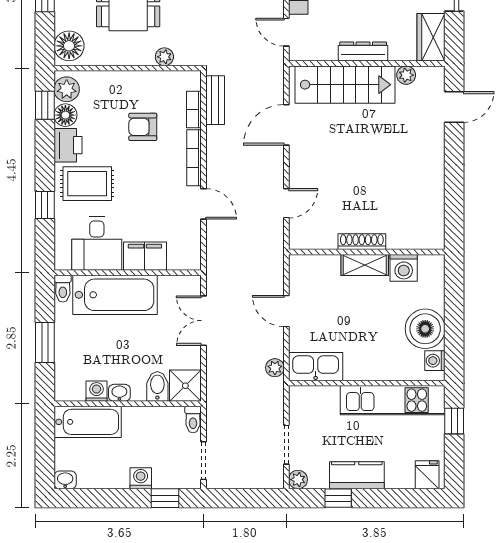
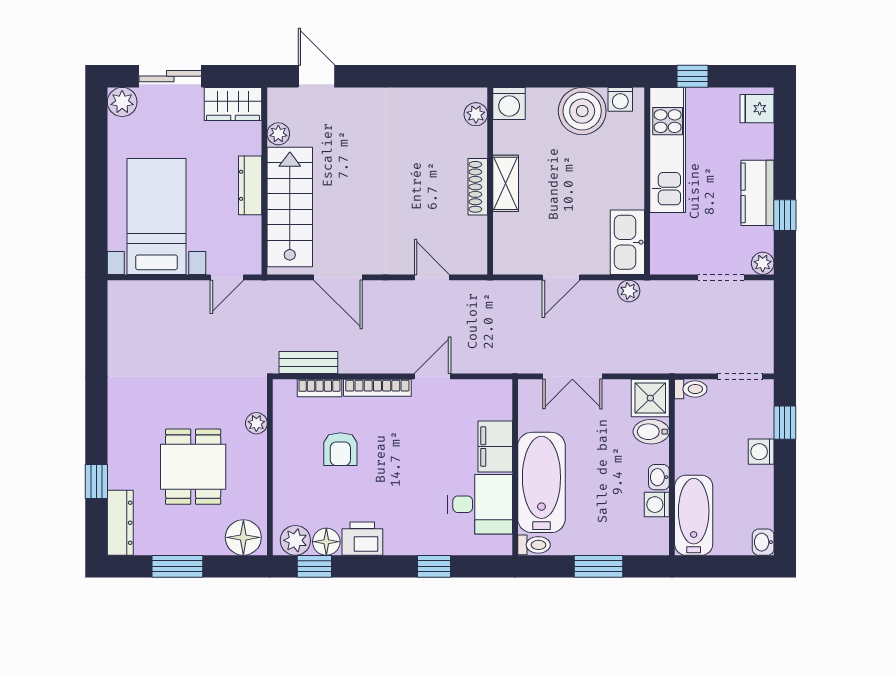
rug: (87, 184) -> (408, 516), removed
plant: (422, 240) -> (476, 114), added
washing machine: (404, 268) -> (509, 103), moved, turned 90

